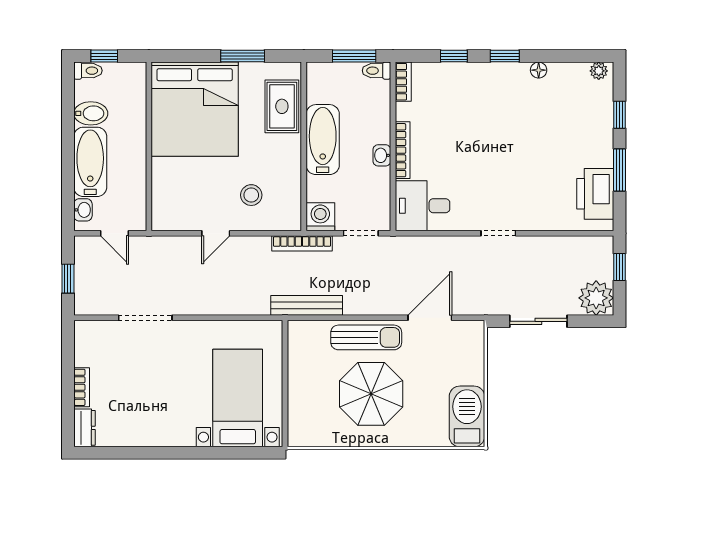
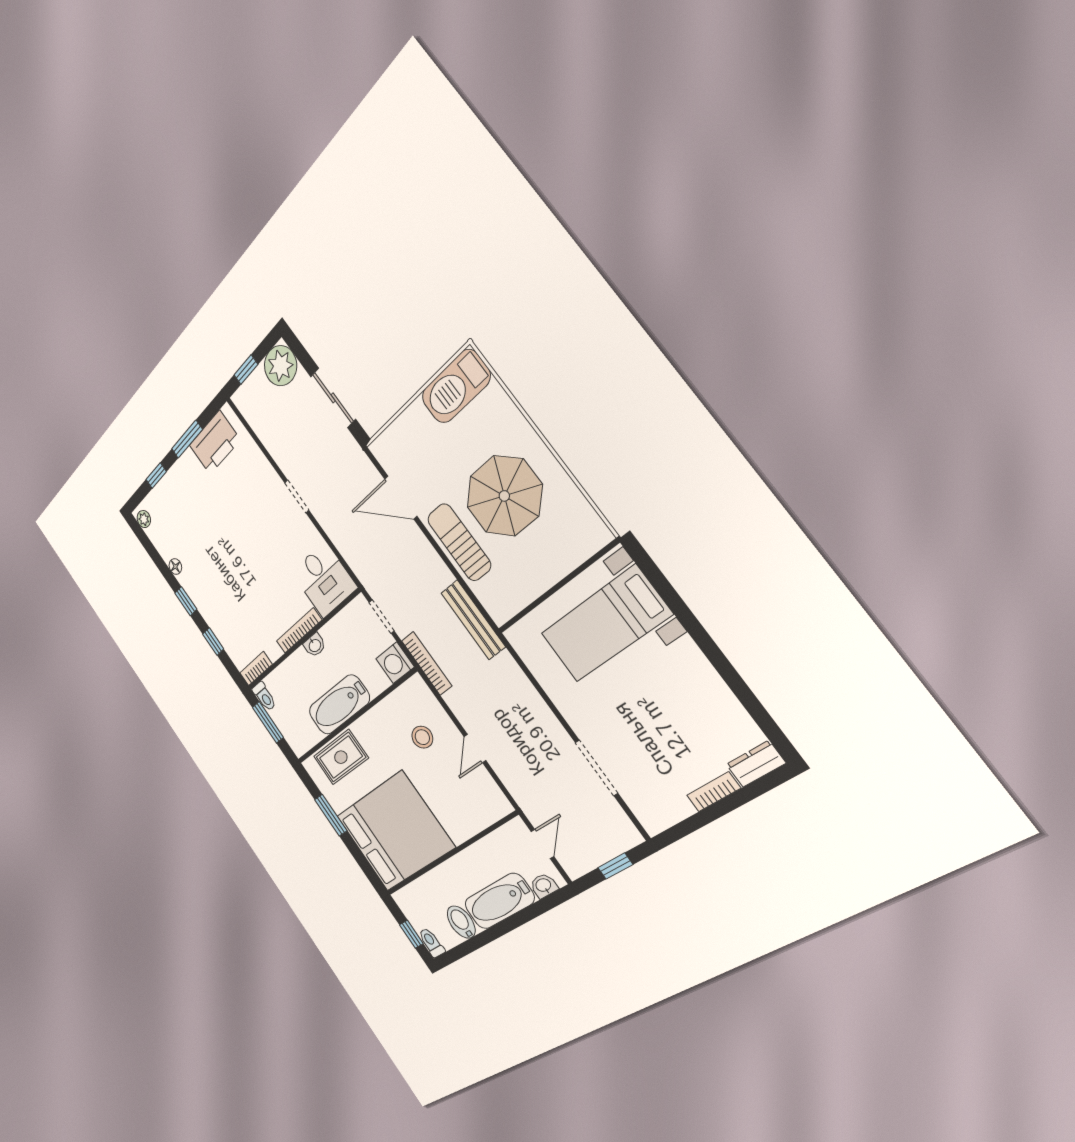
door: (216, 233) -> (475, 748), swing flipped

